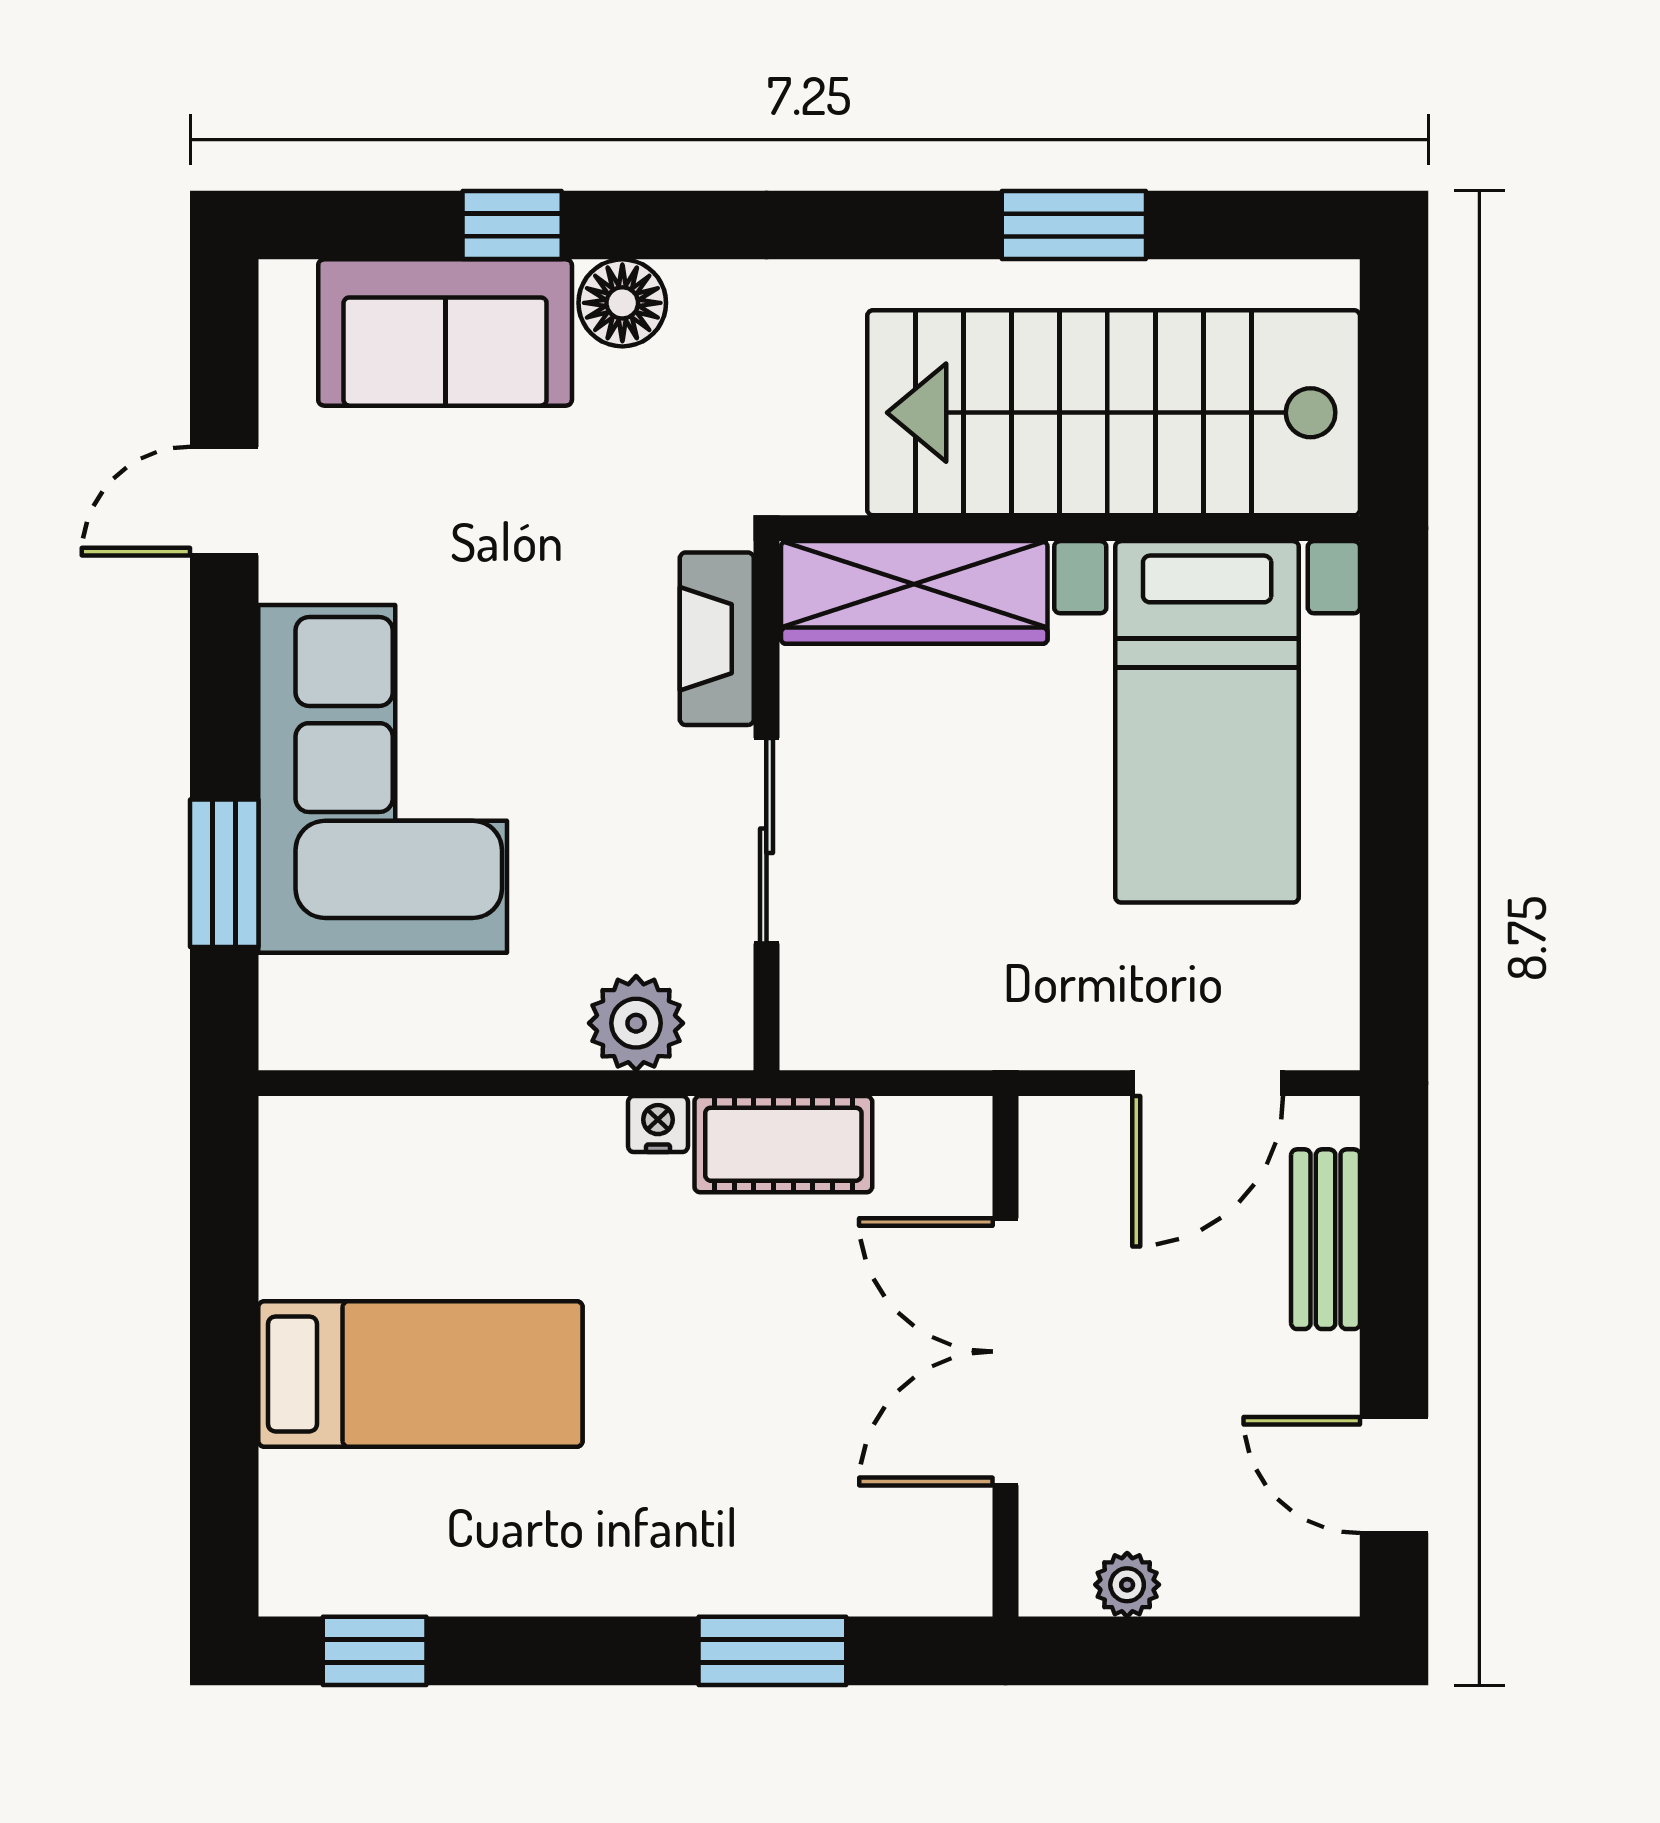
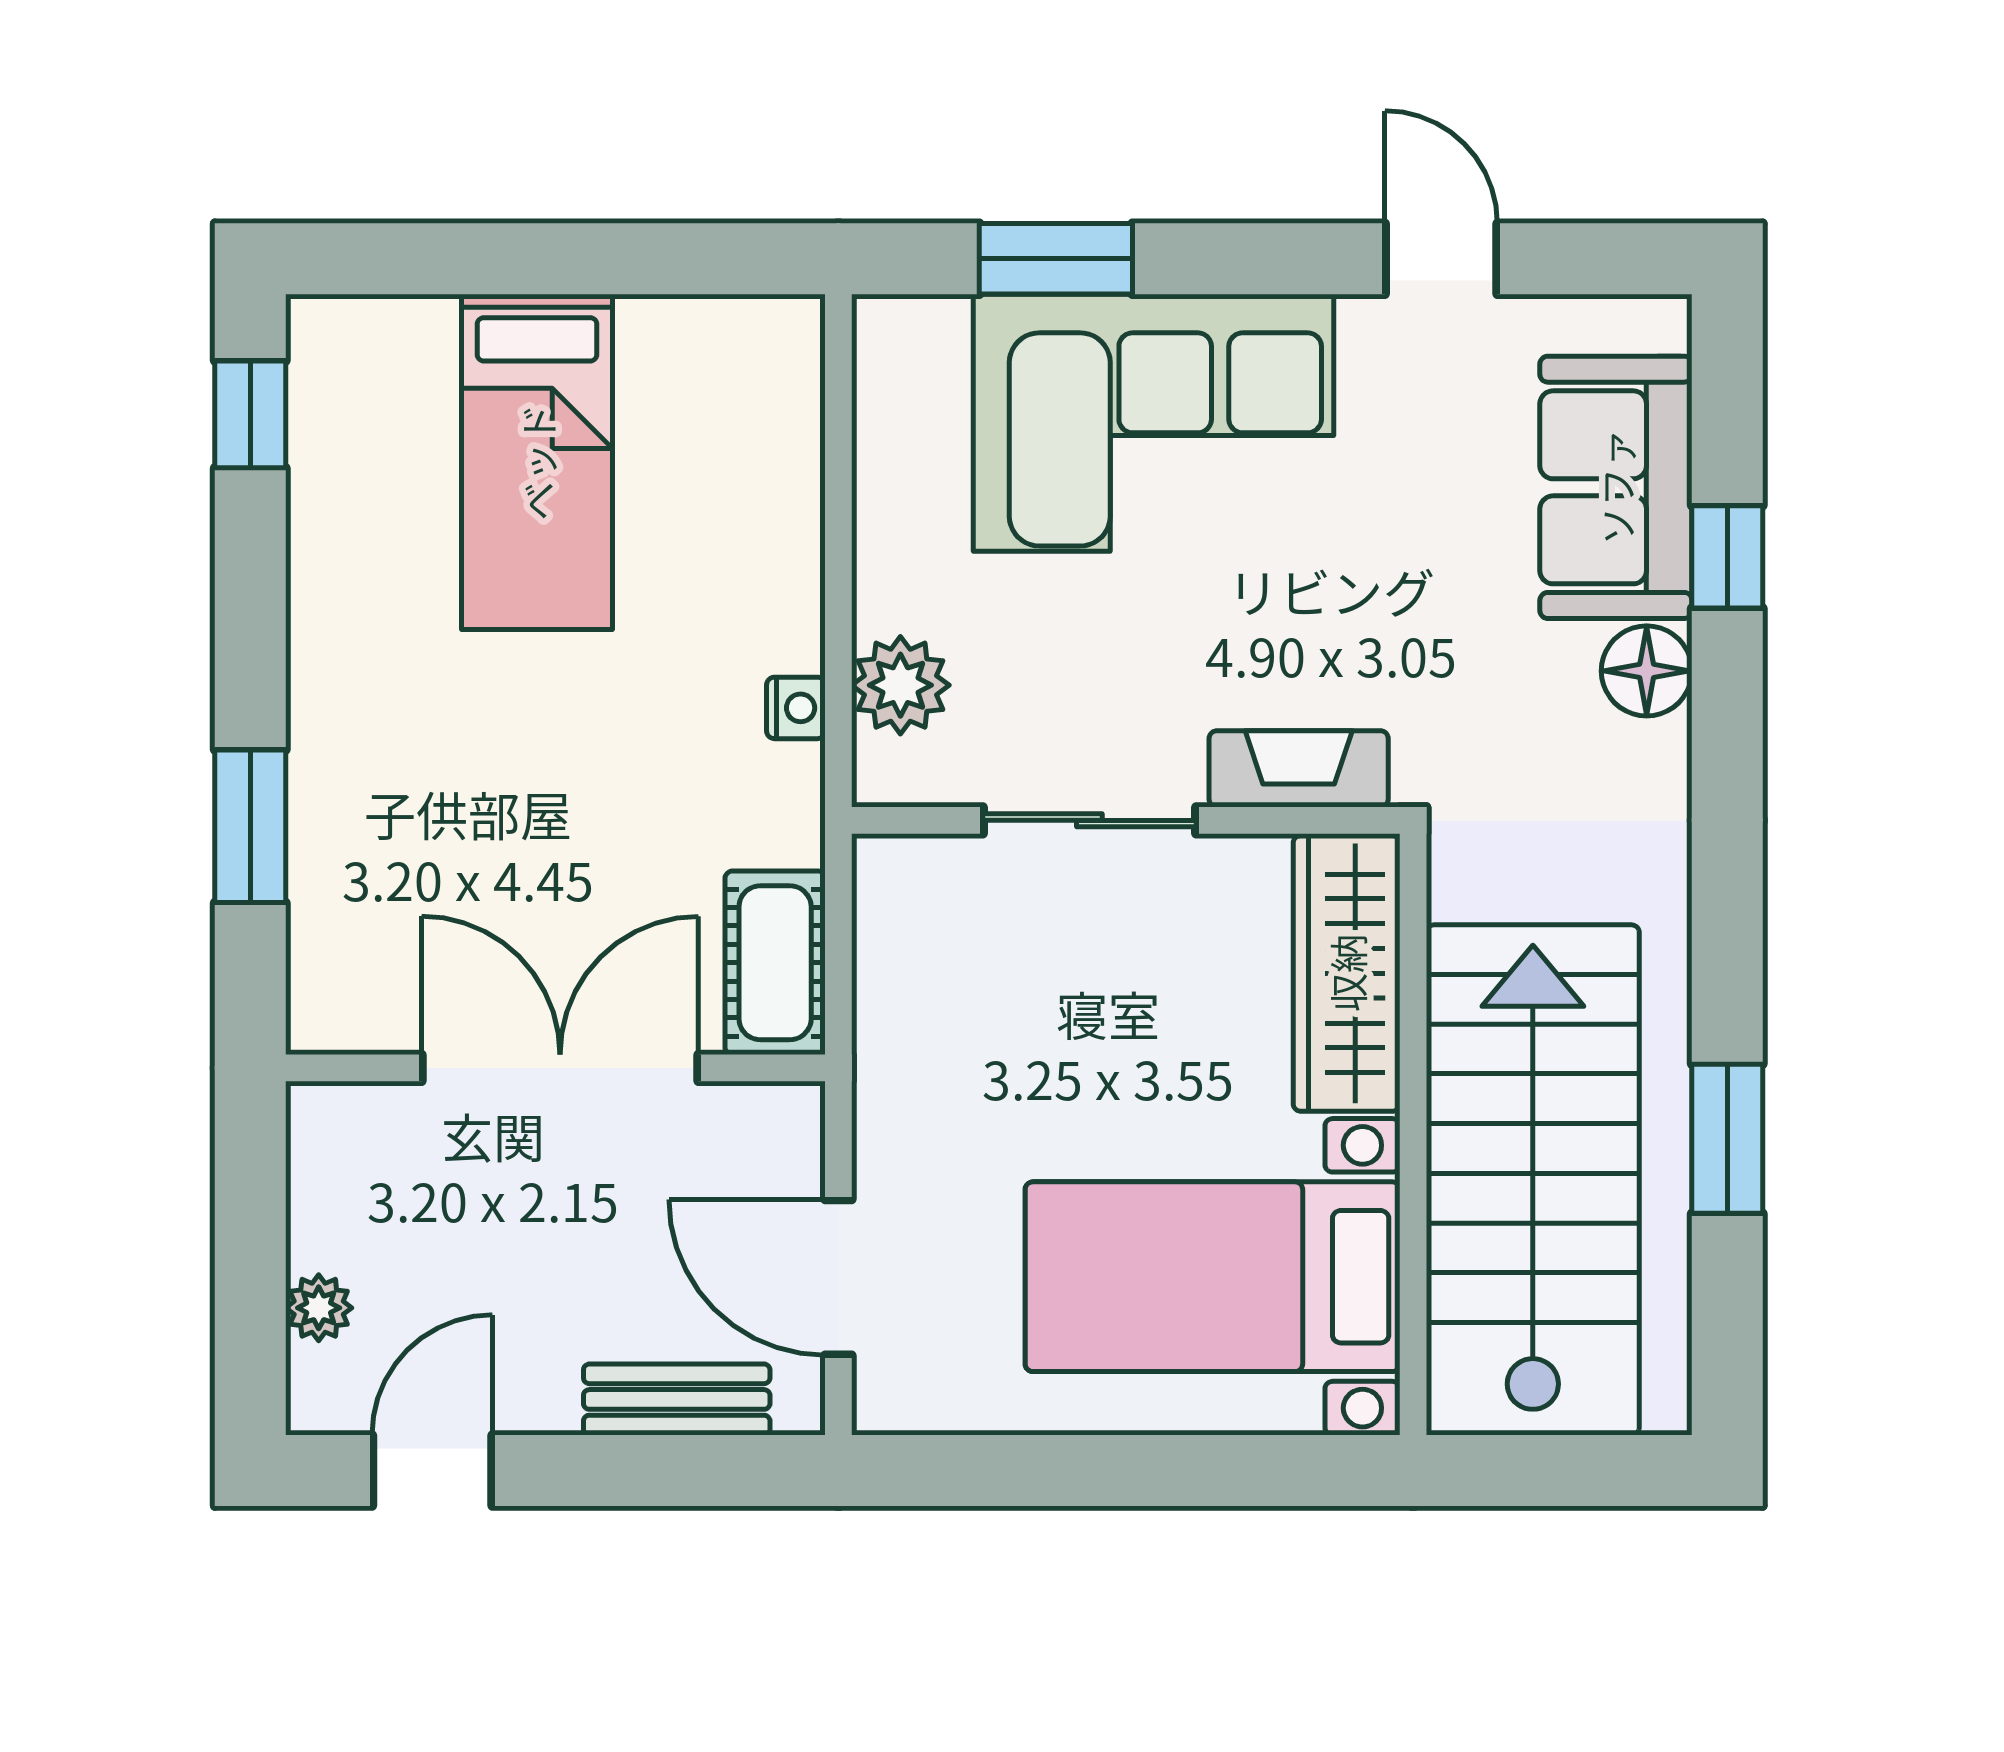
cot: (783, 1144) -> (775, 963), moved
plant: (1127, 1585) -> (319, 1308), moved

